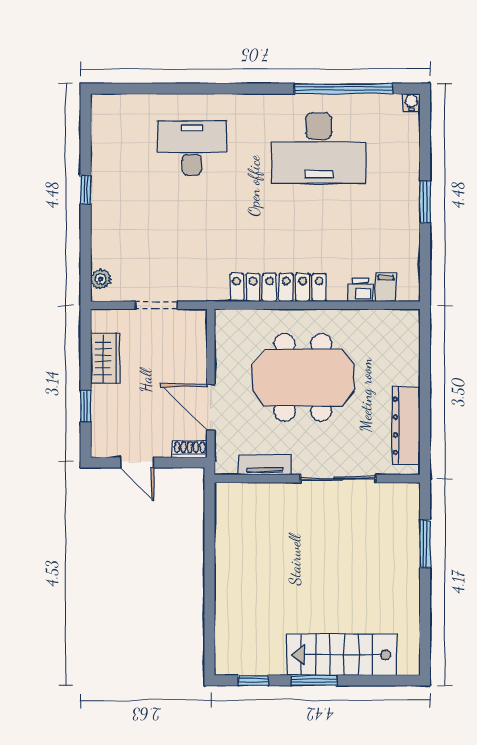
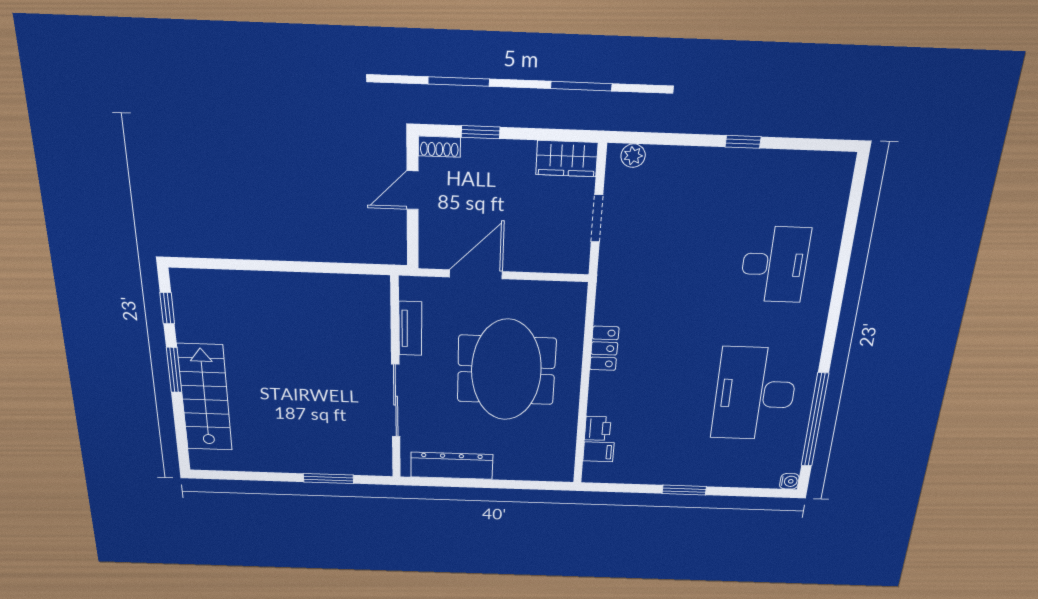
locker: (278, 288) -> (604, 348), width x0.46, depth x0.83
wardrobe: (105, 358) -> (567, 159), moved
shoe rack: (190, 449) -> (439, 147), moved, turned 90

